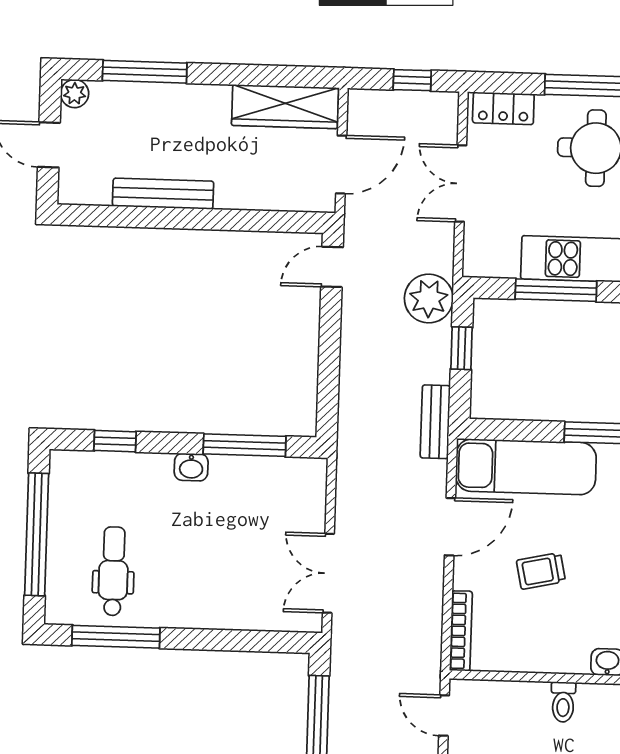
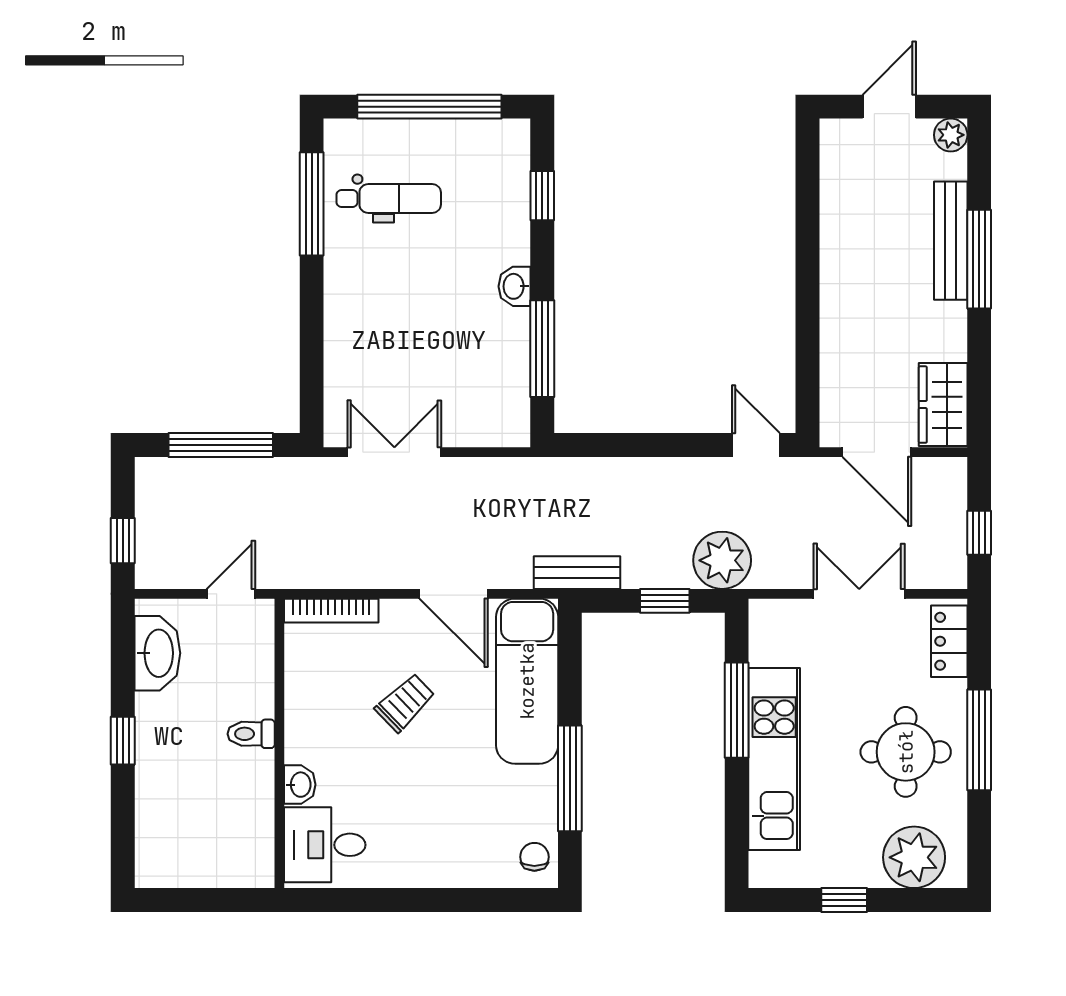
window: (145, 72) -> (979, 259), moved
wardrobe: (285, 107) -> (943, 405), width x0.67
bench: (163, 194) -> (951, 241), moved
trolley: (541, 571) -> (405, 703), turned 58

